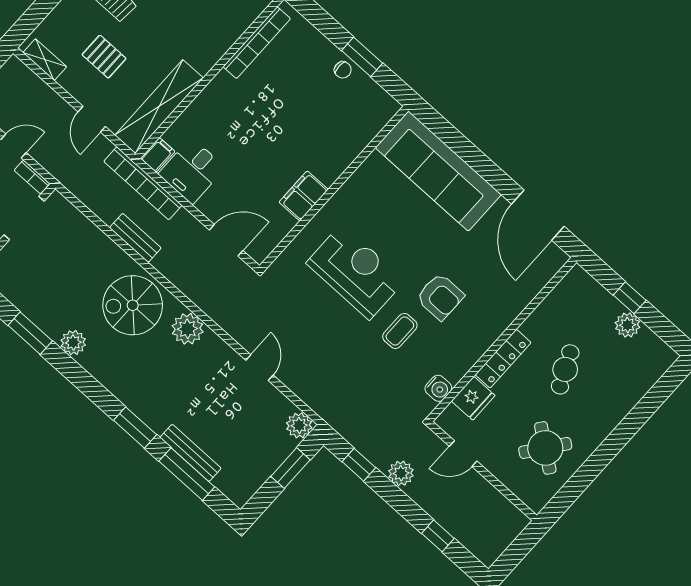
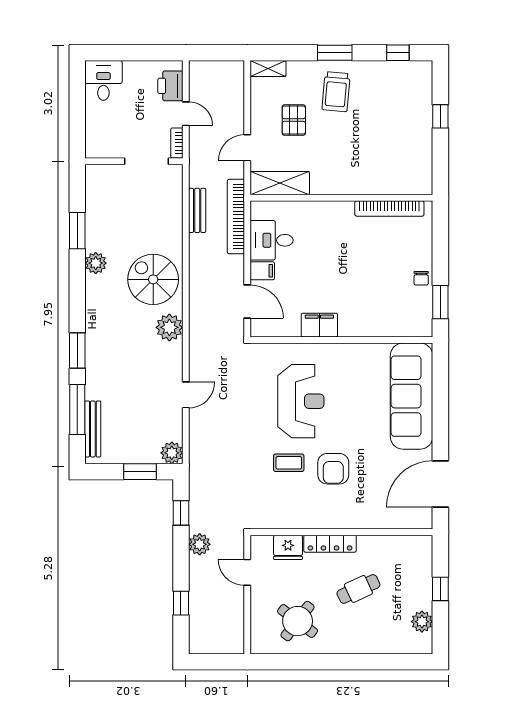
window: (362, 57) -> (440, 302), moved
shelving: (45, 60) -> (268, 69), moved, turned 90
shelving: (159, 107) -> (280, 183), width x0.68
filing cabinet: (158, 155) -> (262, 271), moved
bench: (135, 238) -> (197, 210), moved
plant: (628, 325) -> (422, 622), moved
water cooler: (438, 388) -> (274, 520), removed
bench: (191, 453) -> (93, 429), moved

